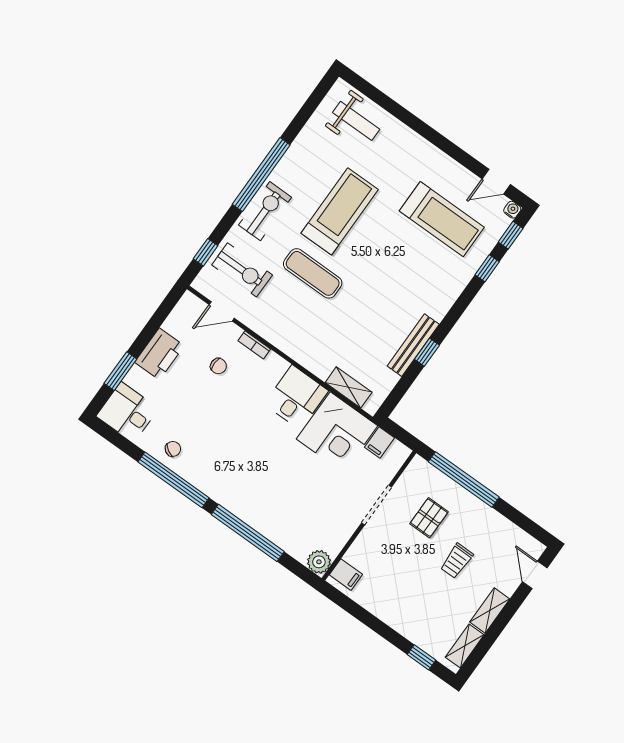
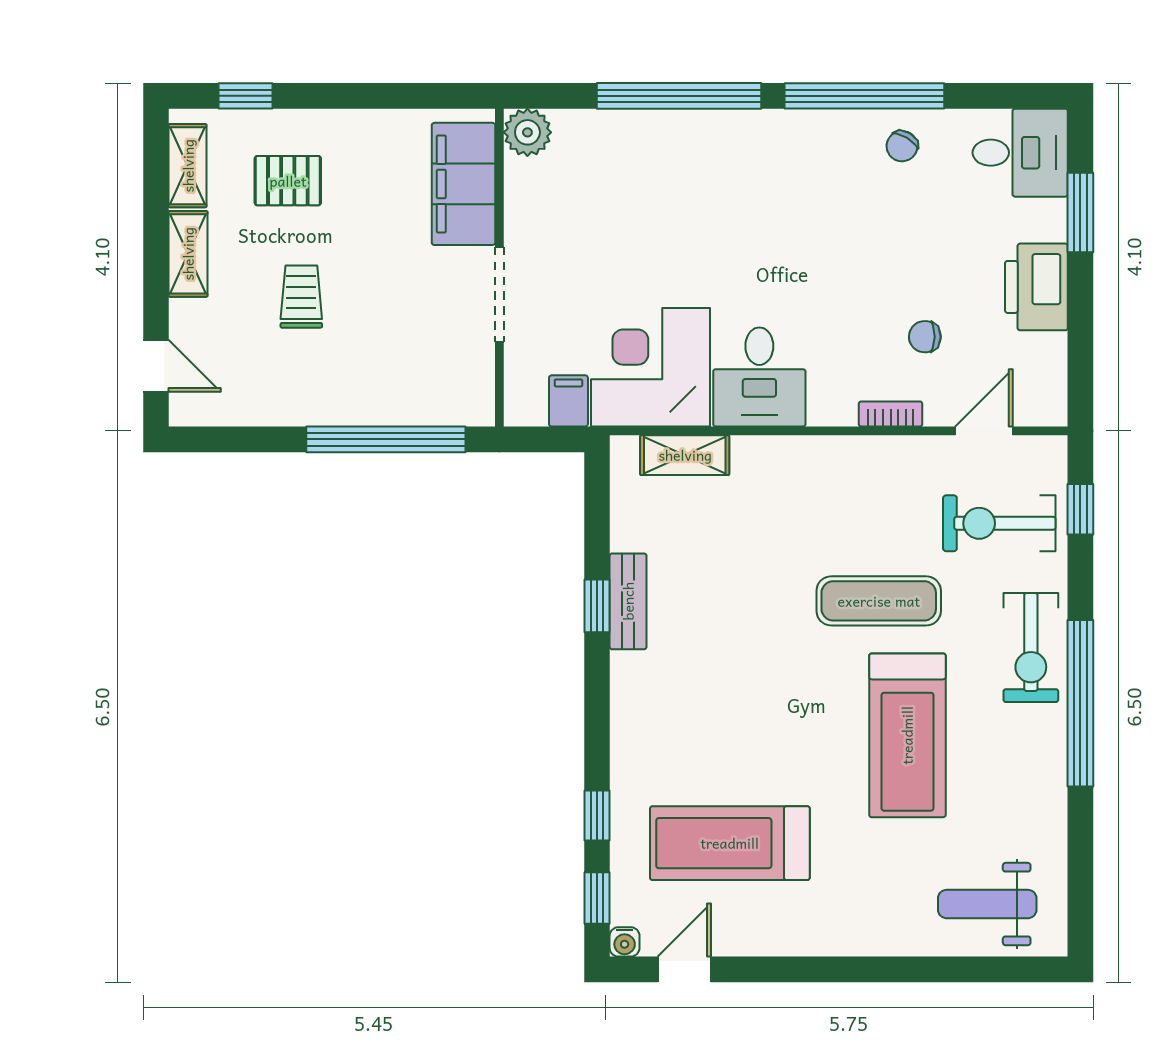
bench: (413, 345) -> (628, 601), width x0.73
pallet: (429, 518) -> (288, 181), moved, turned 90
filing cabinet: (346, 575) -> (464, 184), width x3.00, depth x1.17

